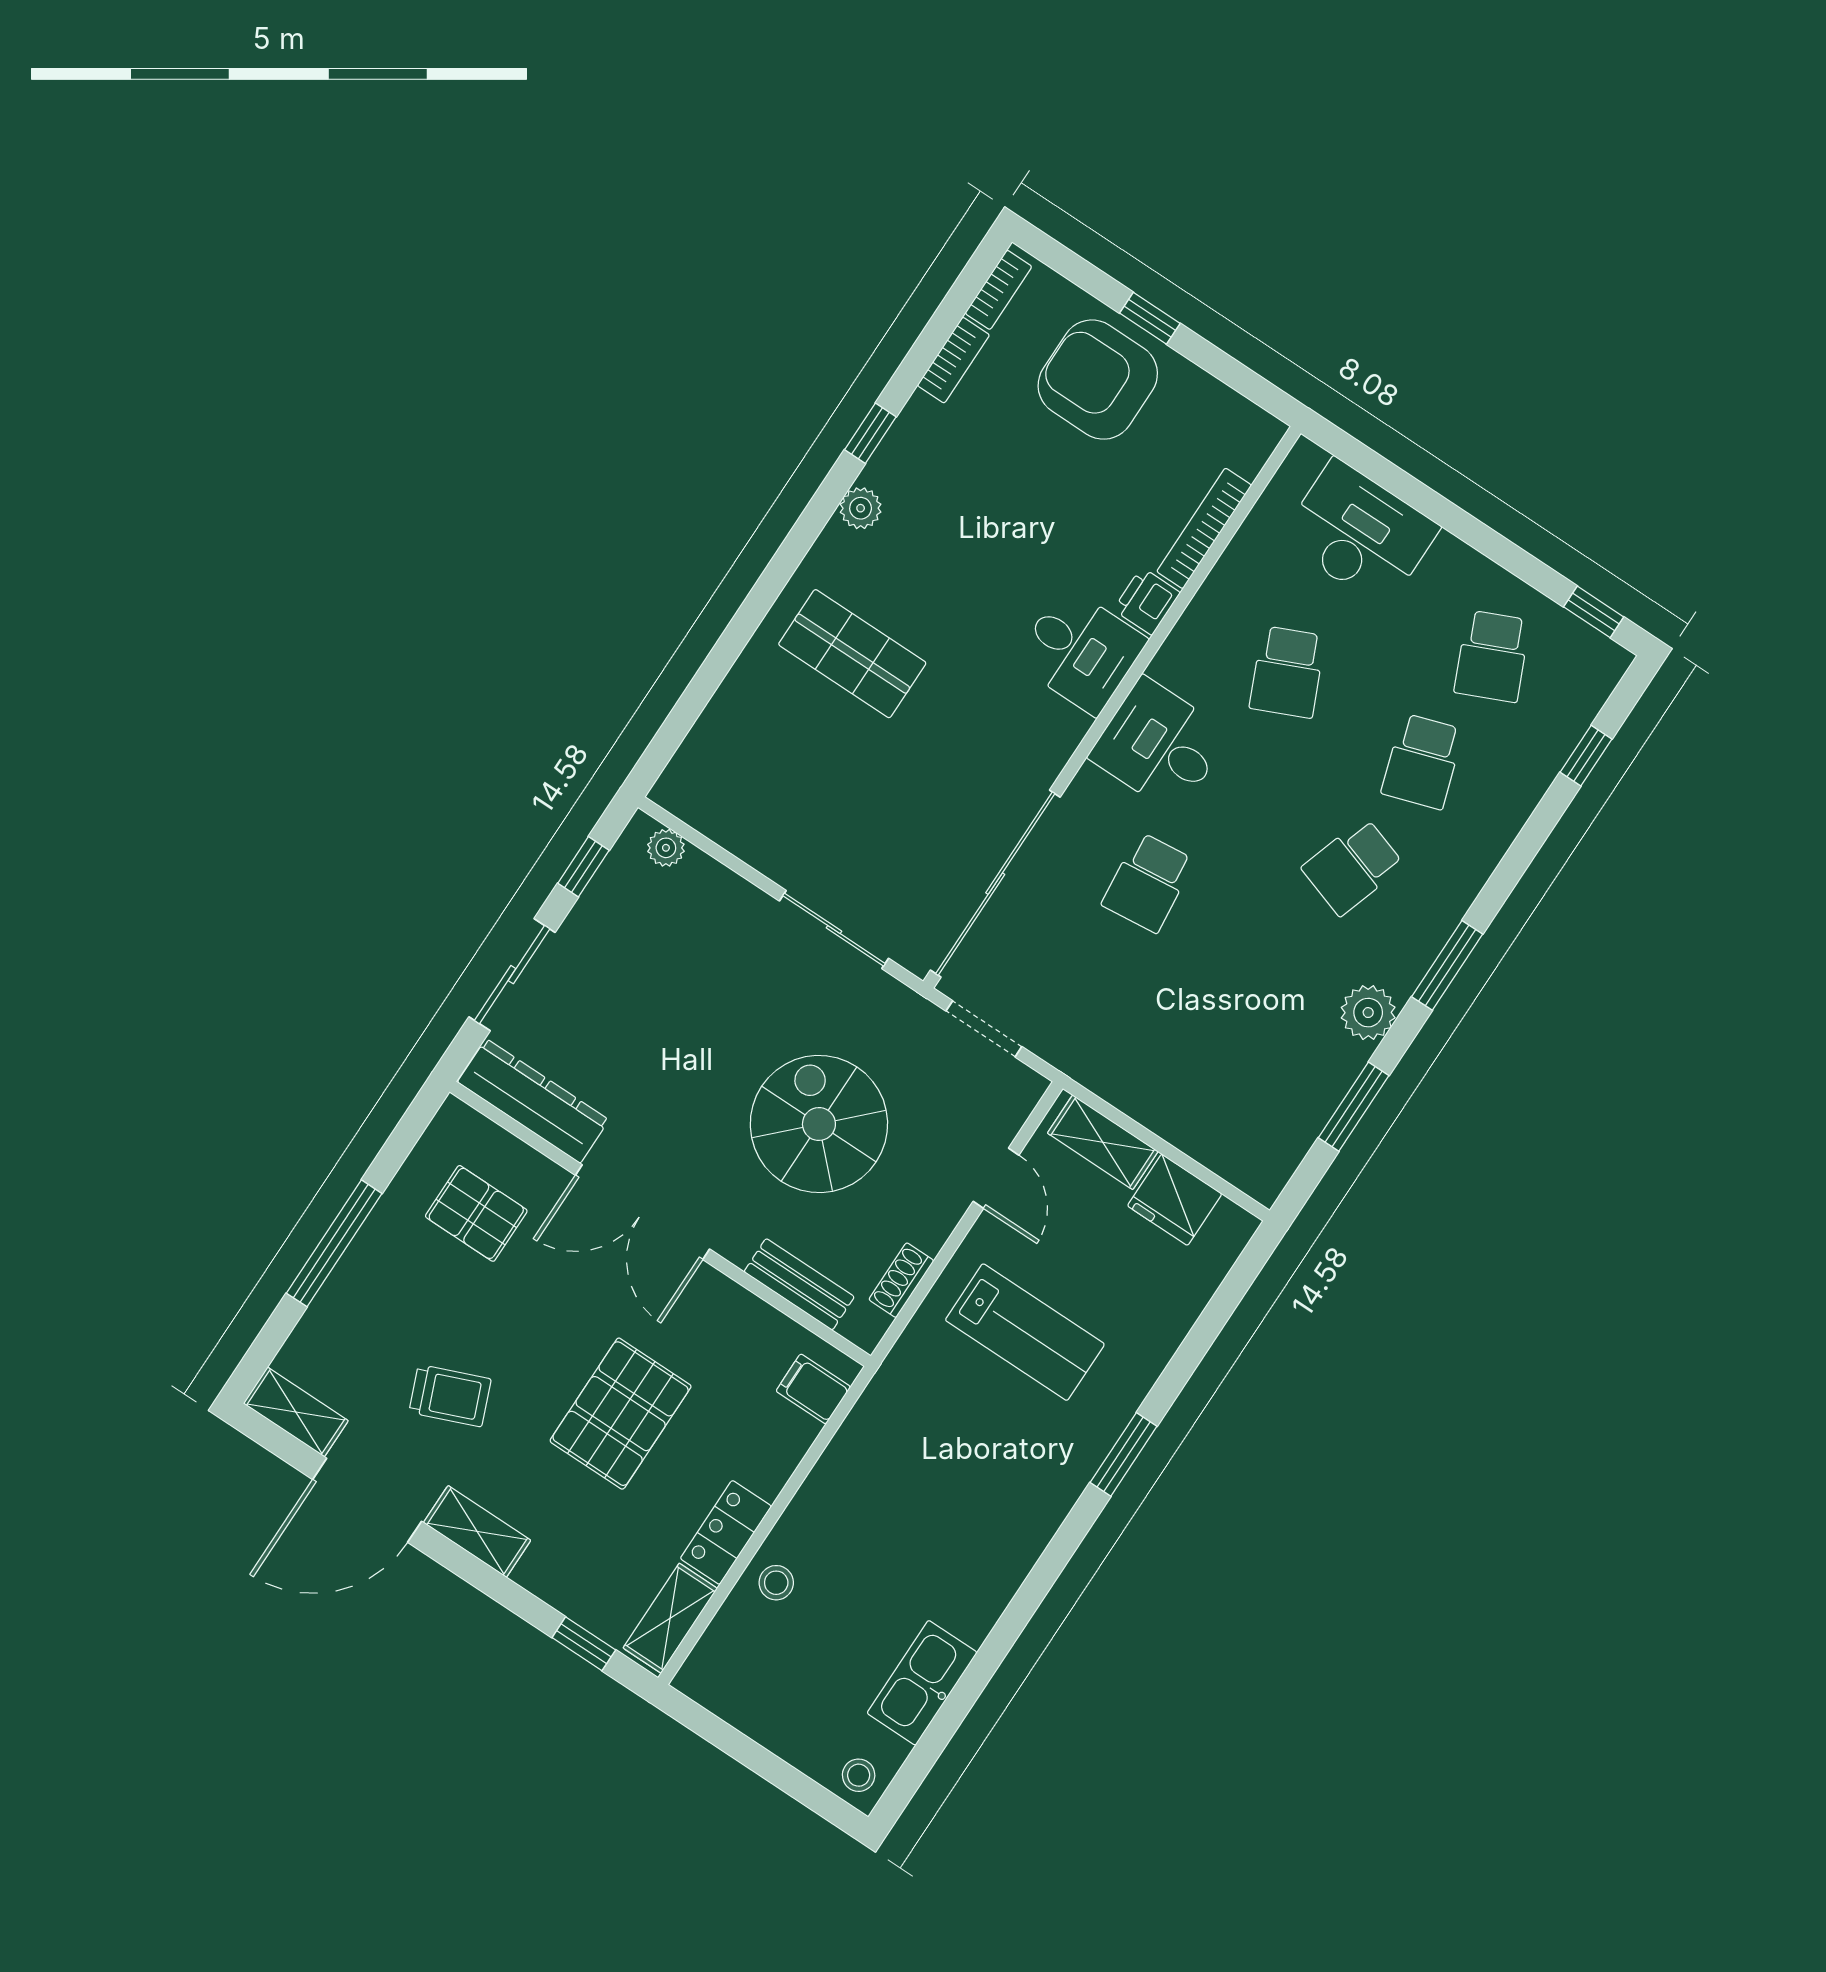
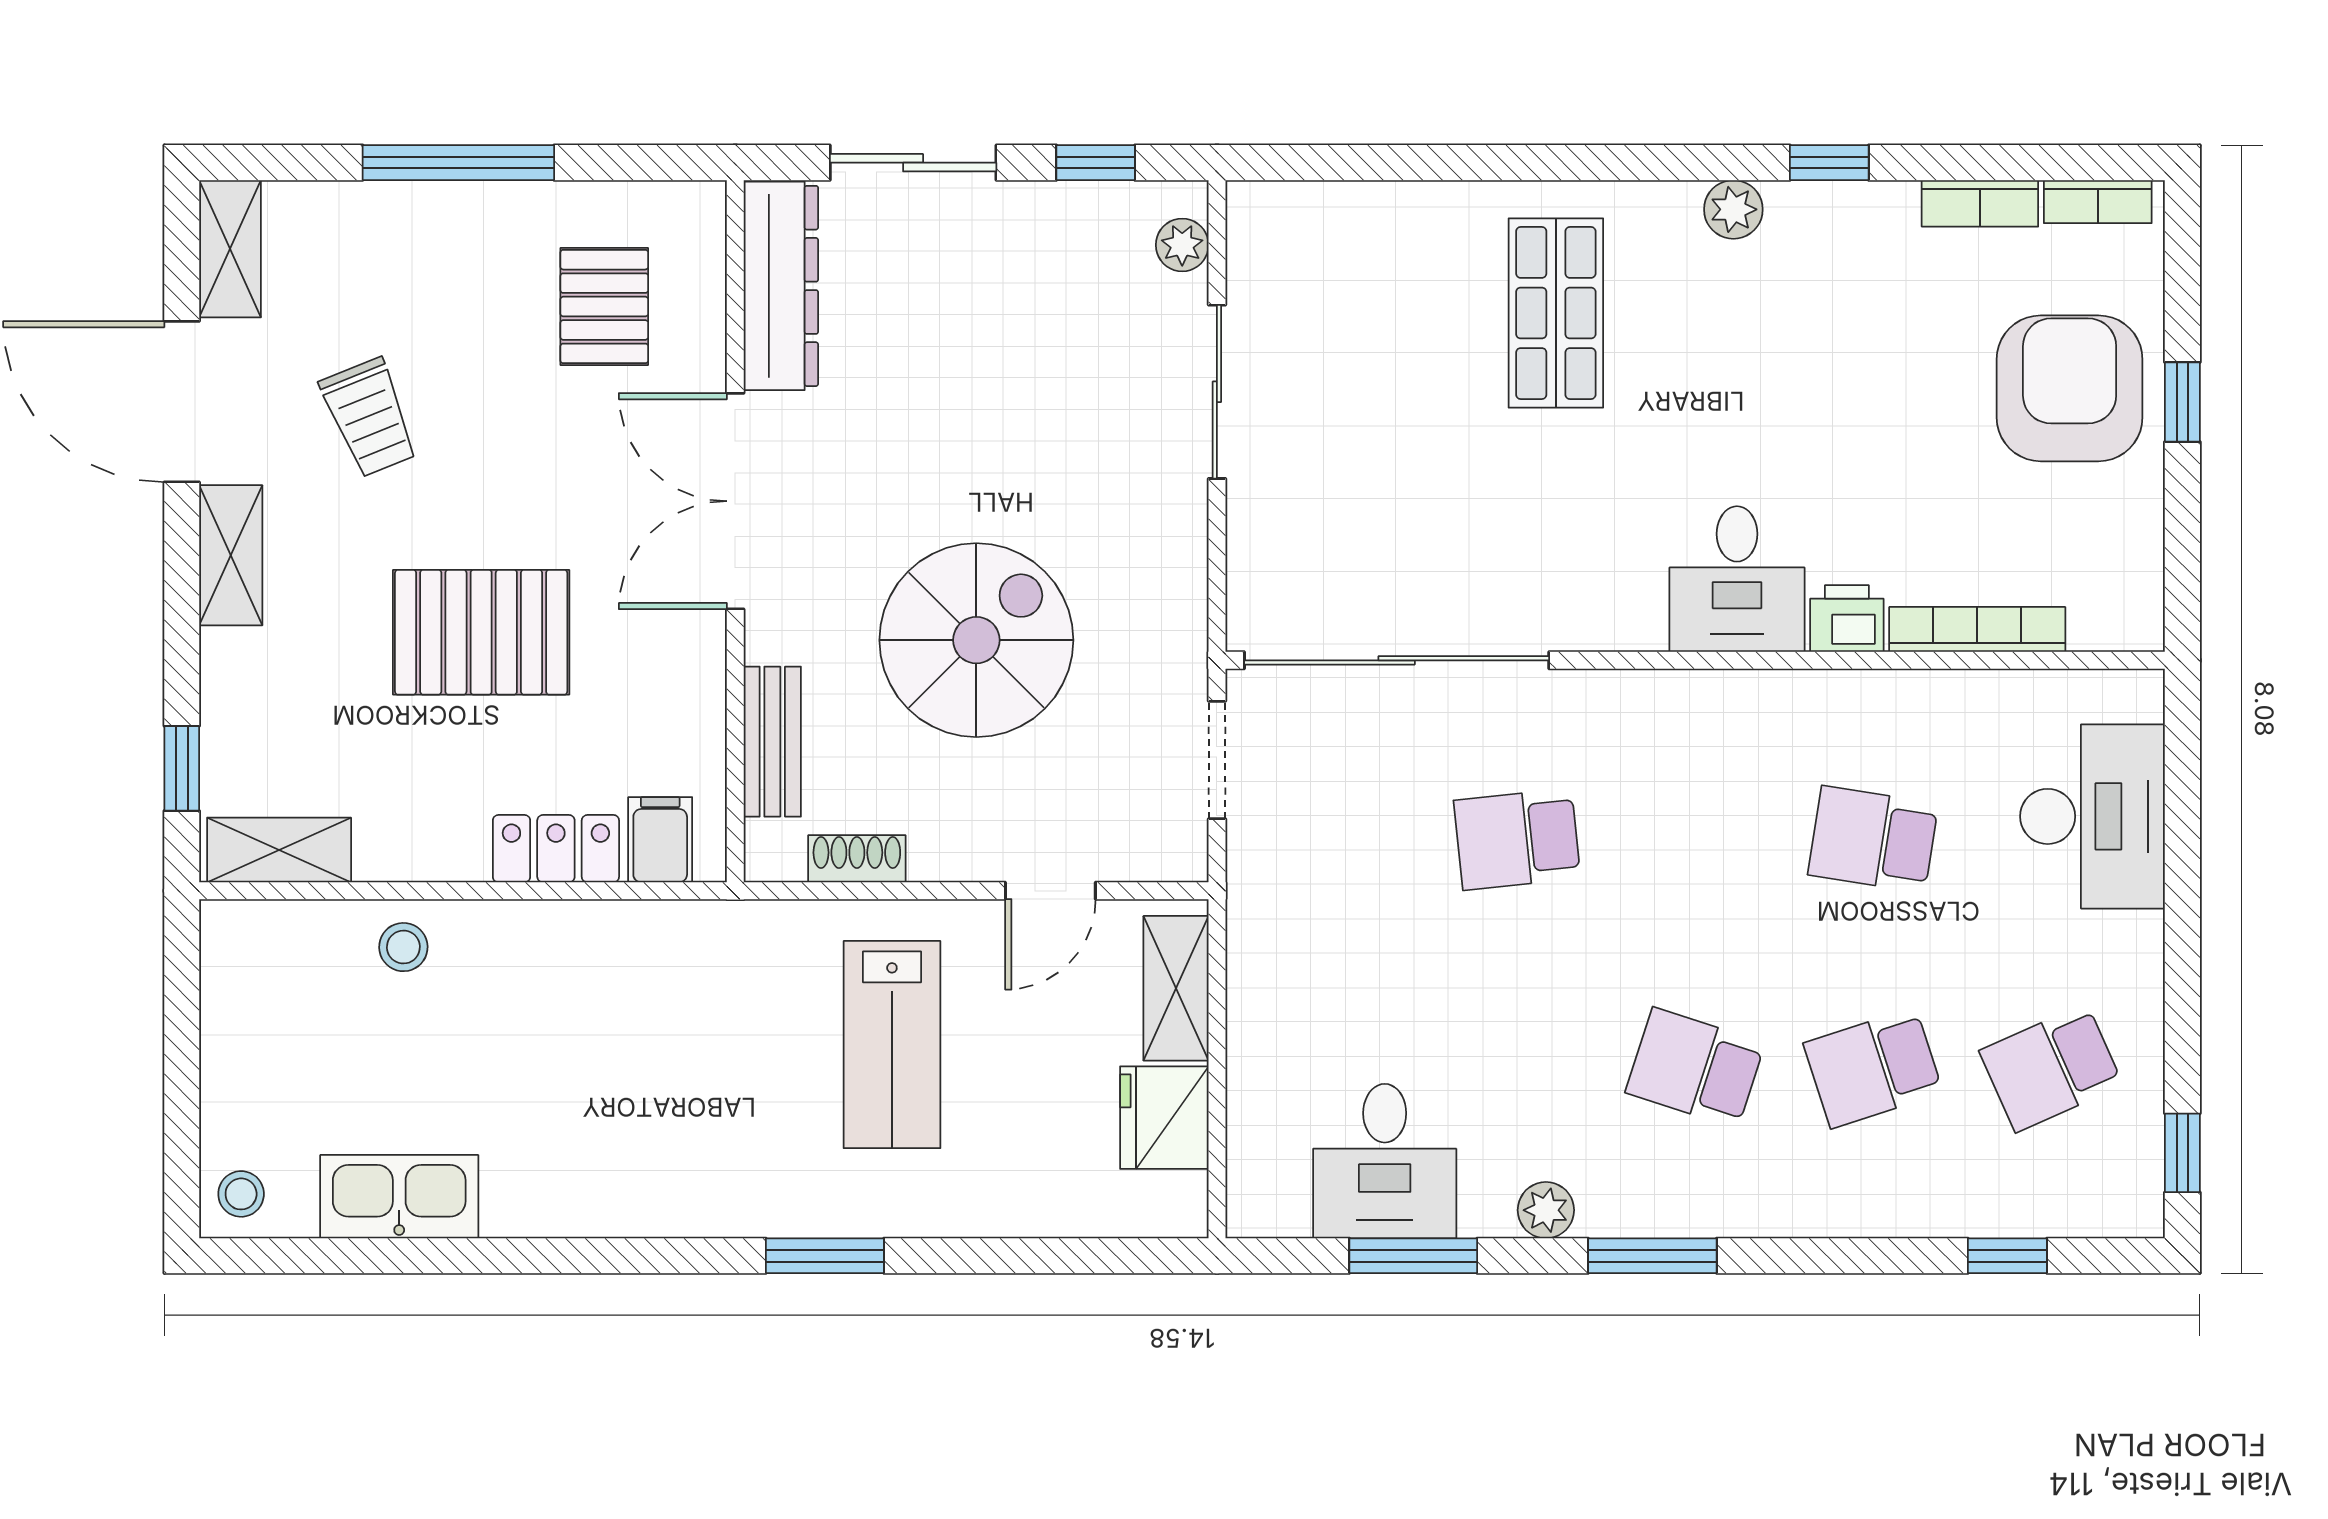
school desk: (1287, 672) -> (1873, 839), turned 33
desk: (1159, 745) -> (1385, 1161), moved, turned 180
sliding door: (834, 930) -> (1217, 392), moved
plant: (1368, 1013) -> (1546, 1210), width x0.73, depth x0.73
locker: (726, 1532) -> (556, 849), moved

